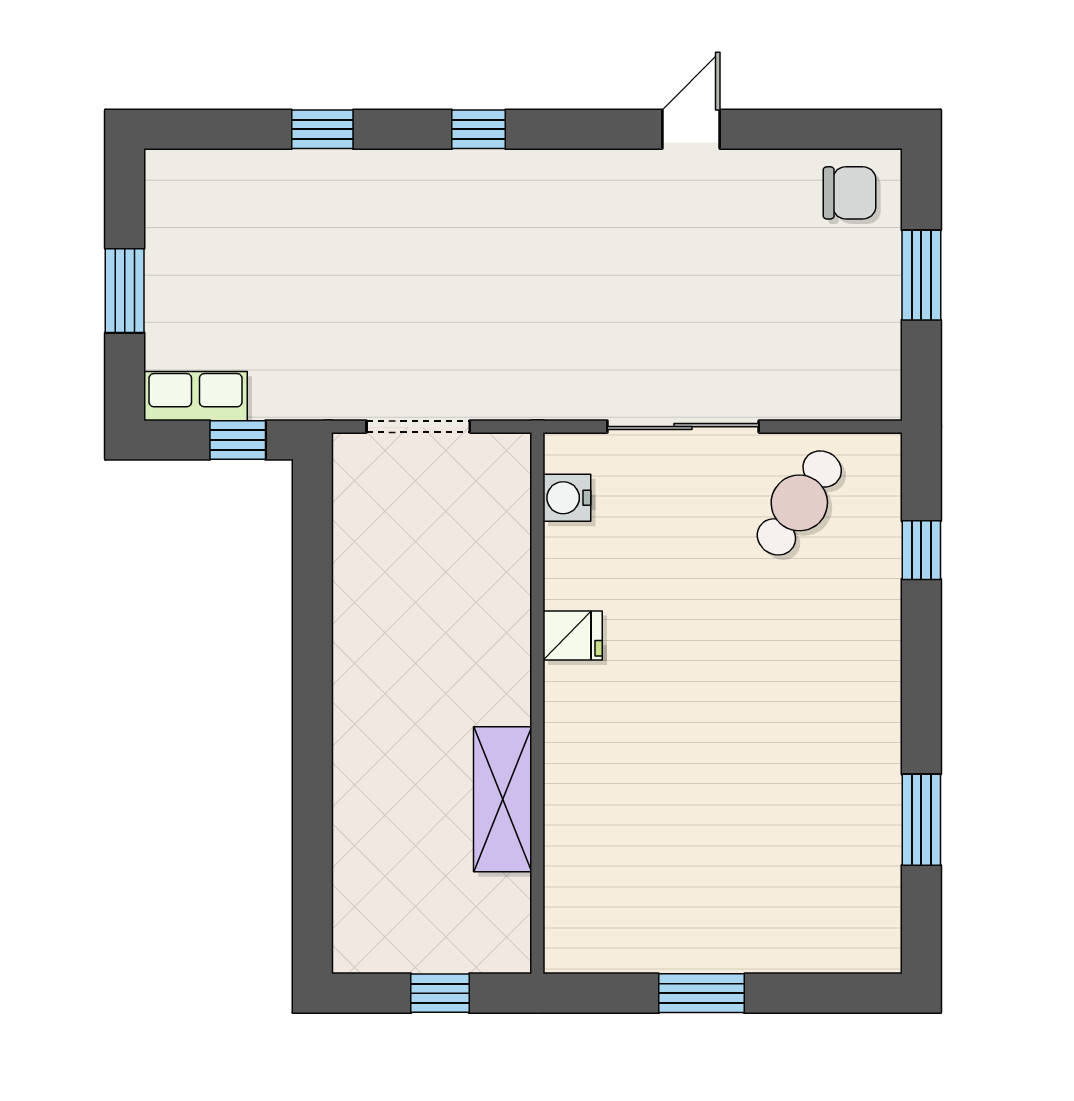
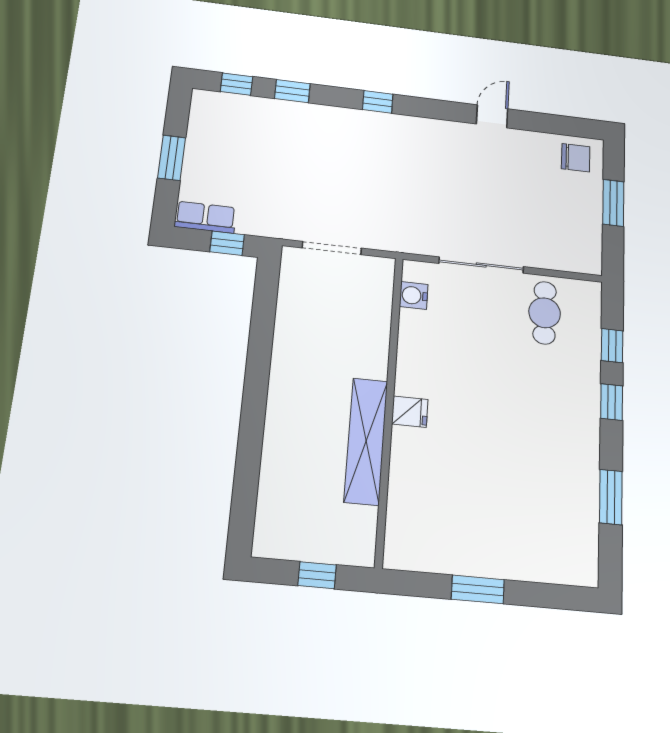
window: (222, 129) -> (237, 84), added
cafe table: (799, 503) -> (545, 313), turned -34
fridge: (573, 635) -> (410, 412), moved
window: (921, 653) -> (612, 402), added
shelving: (503, 799) -> (366, 441), width x1.47

